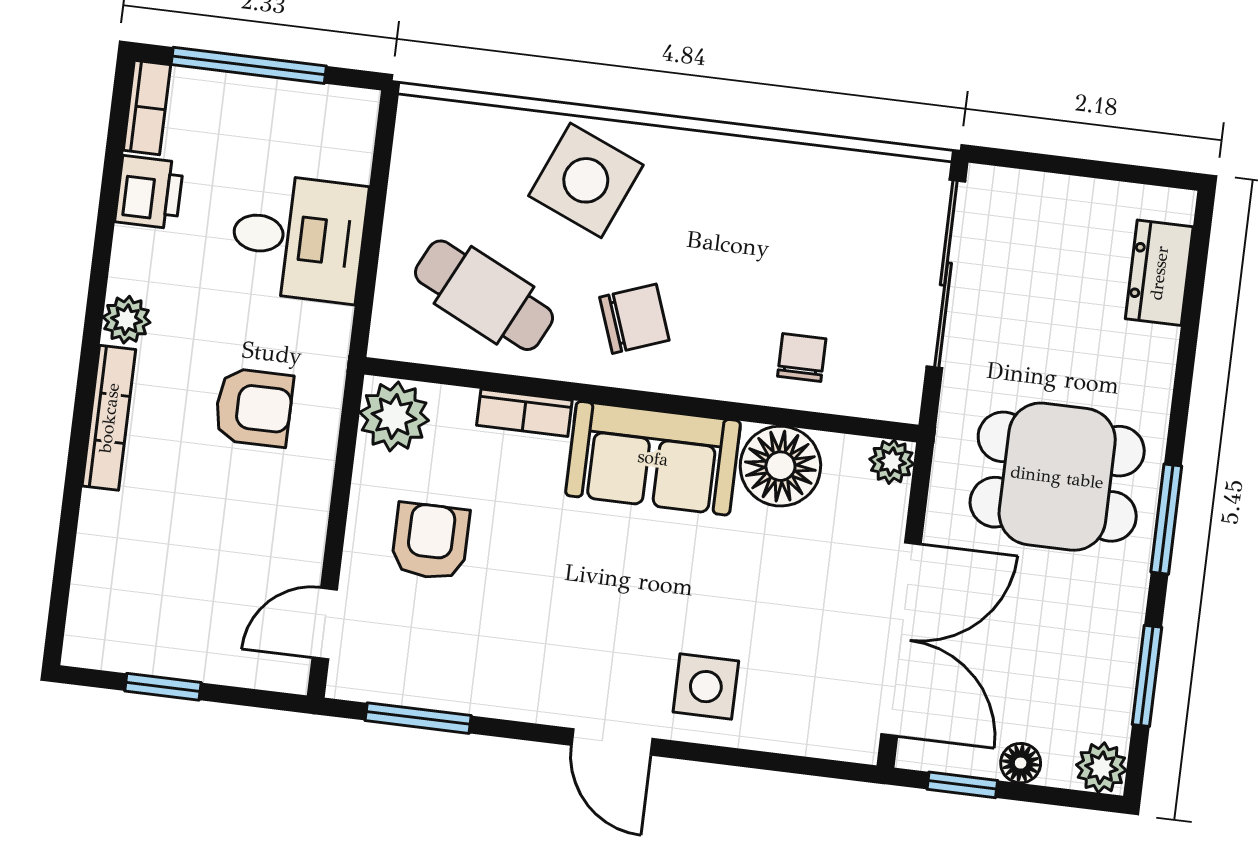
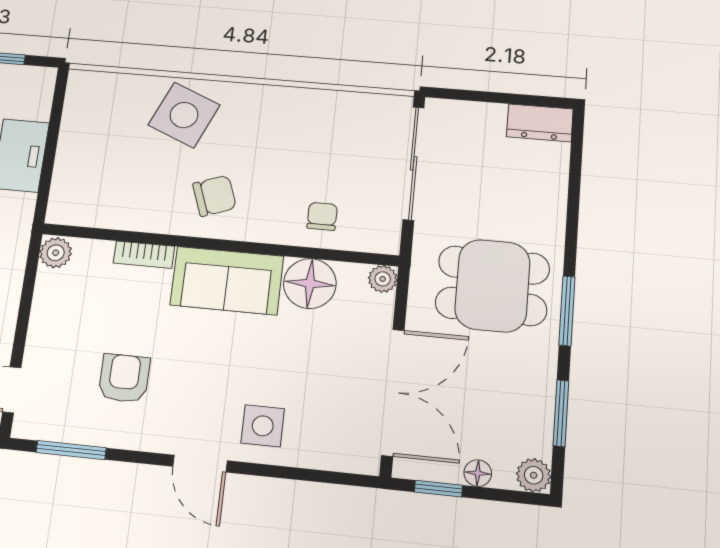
dresser: (1159, 273) -> (540, 123), moved, turned -90
cafe table: (484, 295) -> (119, 184), removed
plant: (394, 416) -> (56, 253), width x0.73, depth x0.73
armchair: (430, 541) -> (124, 378), moved

